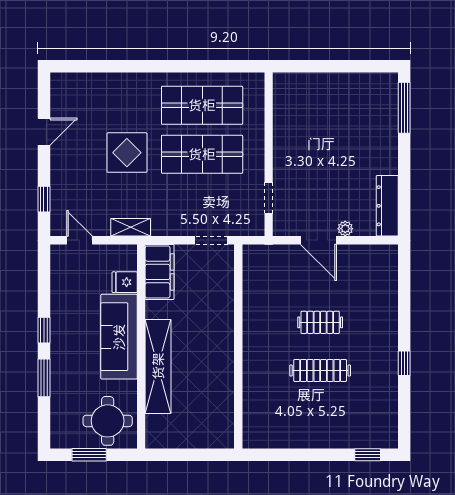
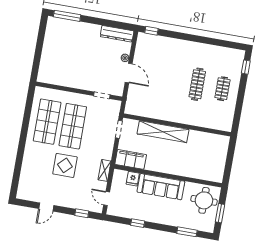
door: (44, 132) -> (46, 207), swing flipped
door: (79, 240) -> (107, 198), hinge flipped
door: (318, 240) -> (129, 73), hinge flipped
clothes rail: (320, 322) -> (222, 89), moved
window: (44, 330) -> (138, 223), moved
window: (404, 363) -> (151, 31), moved
shelving: (158, 366) -> (163, 132), moved
window: (44, 378) -> (187, 232), moved

